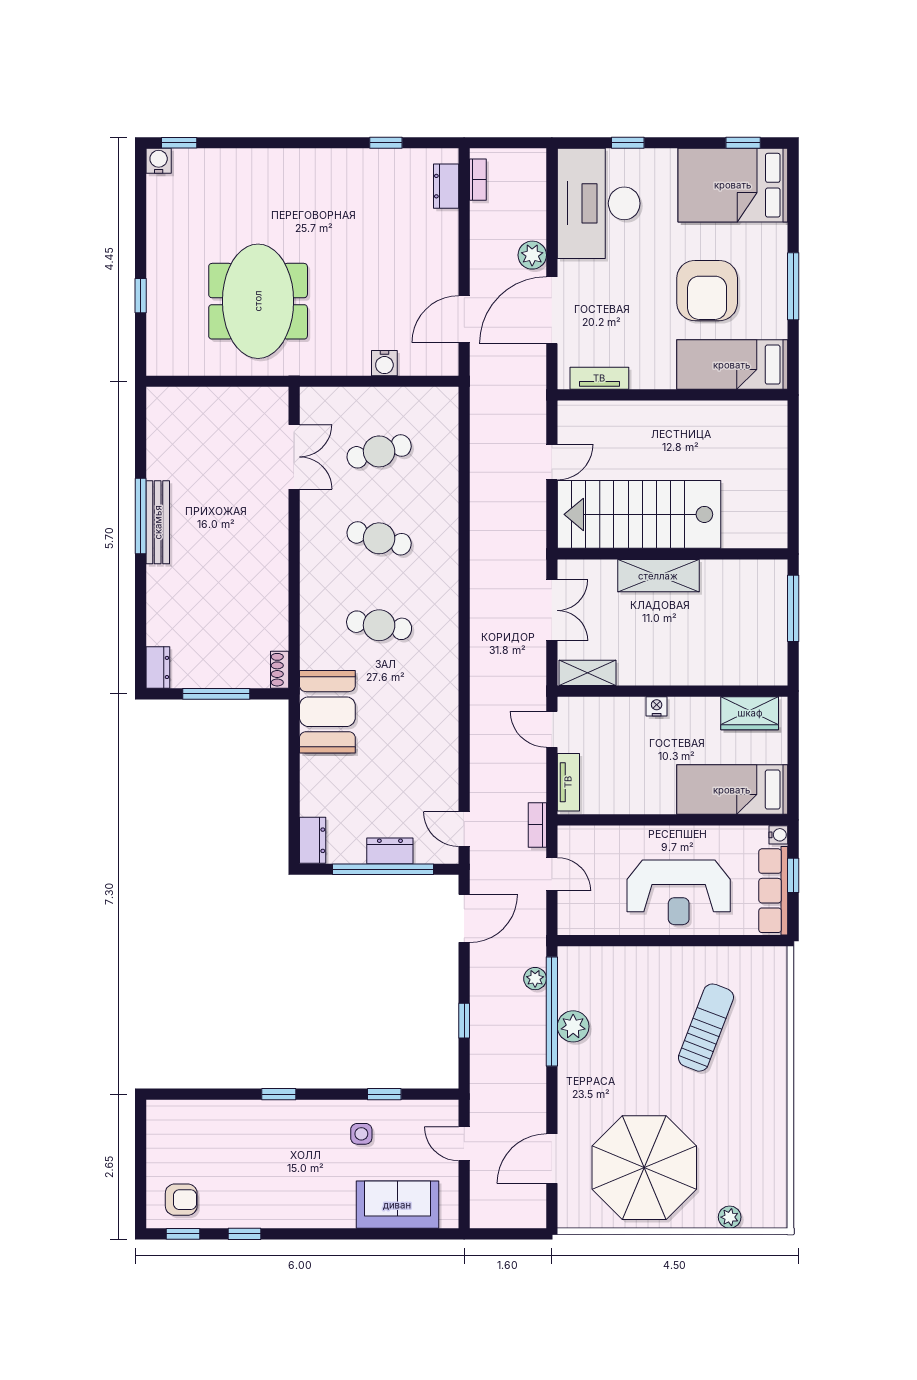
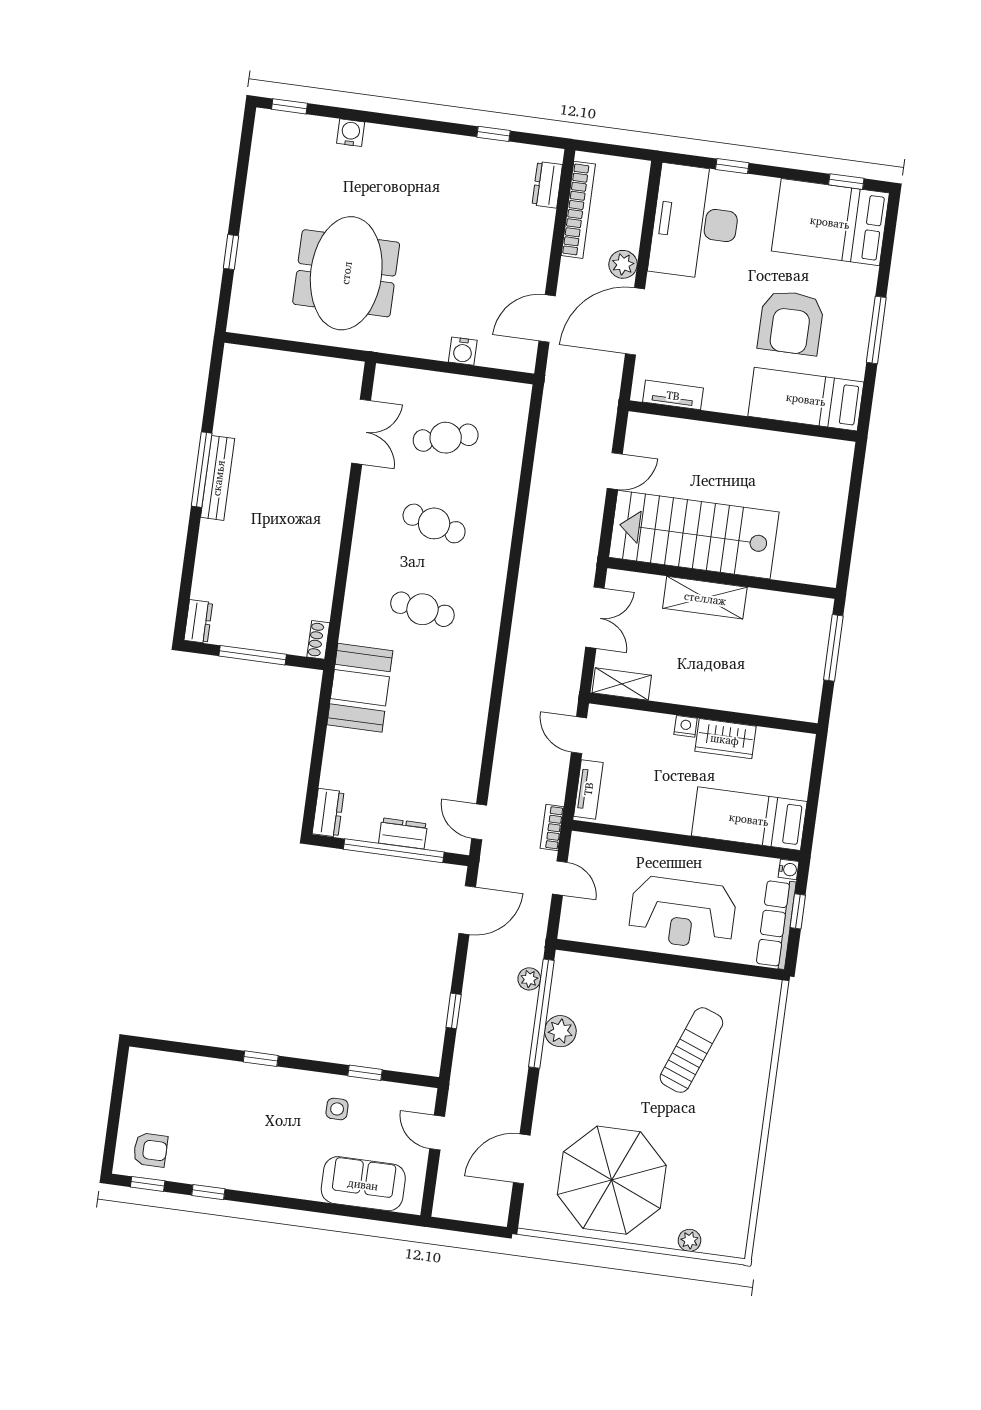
water cooler: (159, 161) -> (351, 133), moved
bookcase: (478, 180) -> (578, 210), width x2.31, depth x1.31
wardrobe: (750, 713) -> (725, 739), moved

